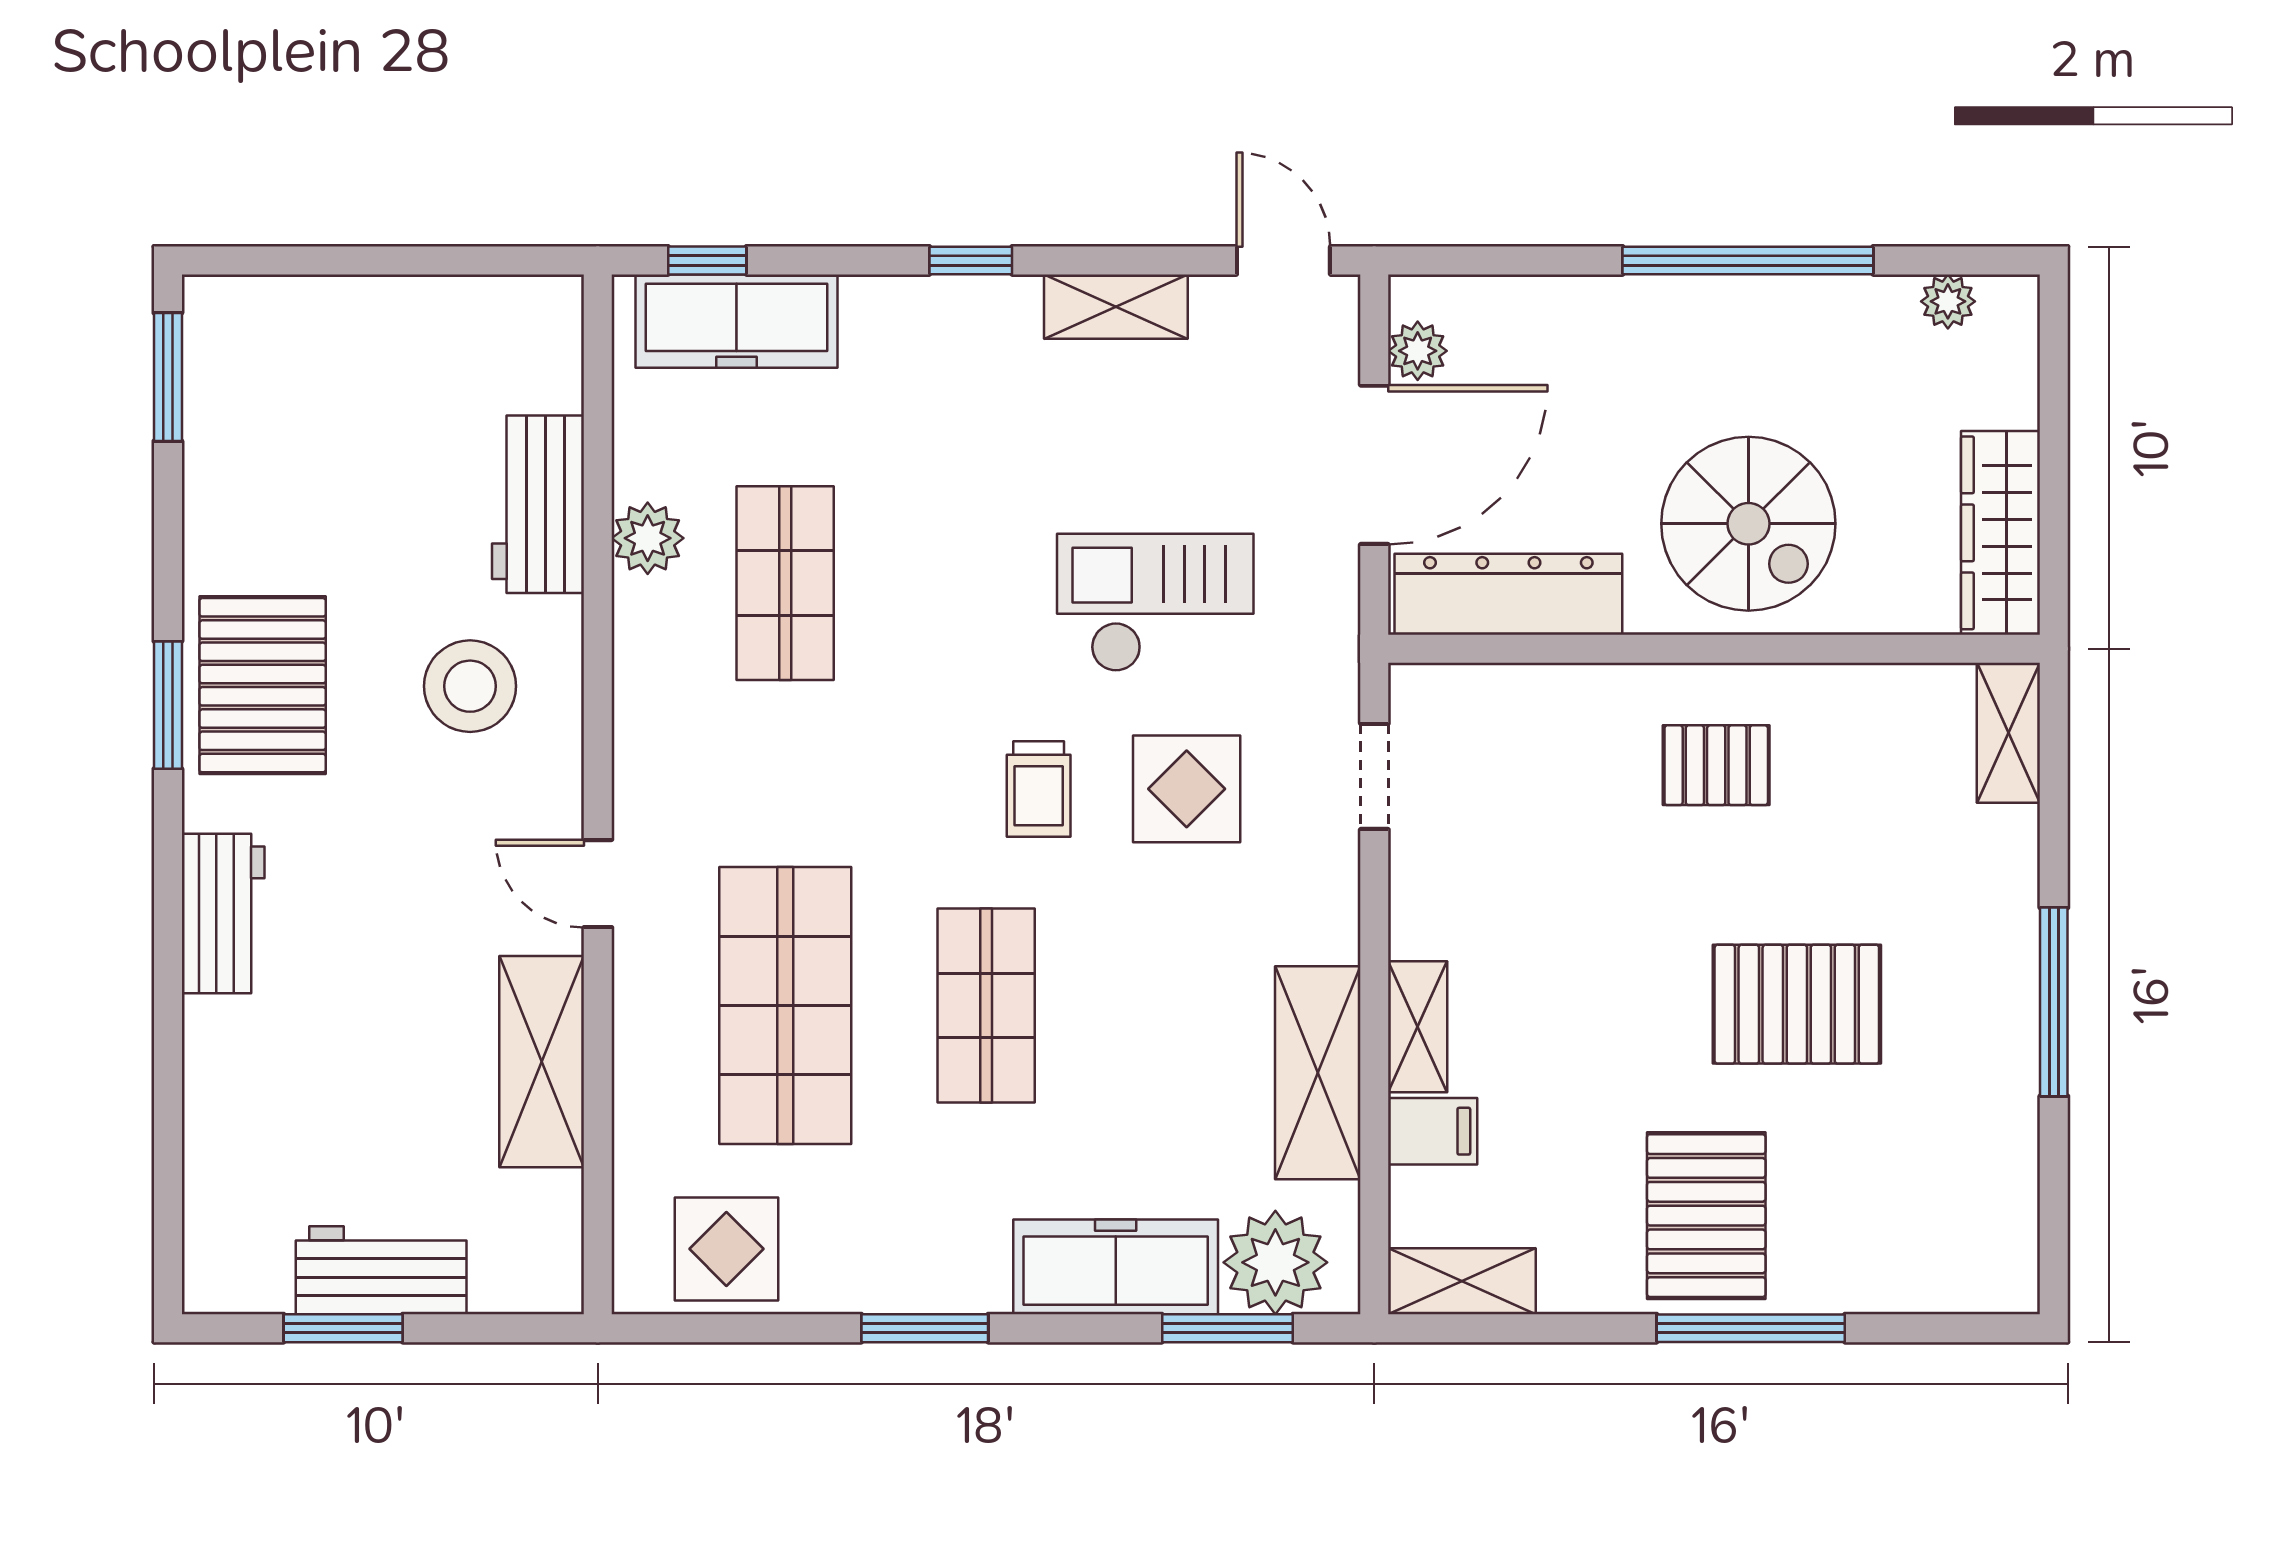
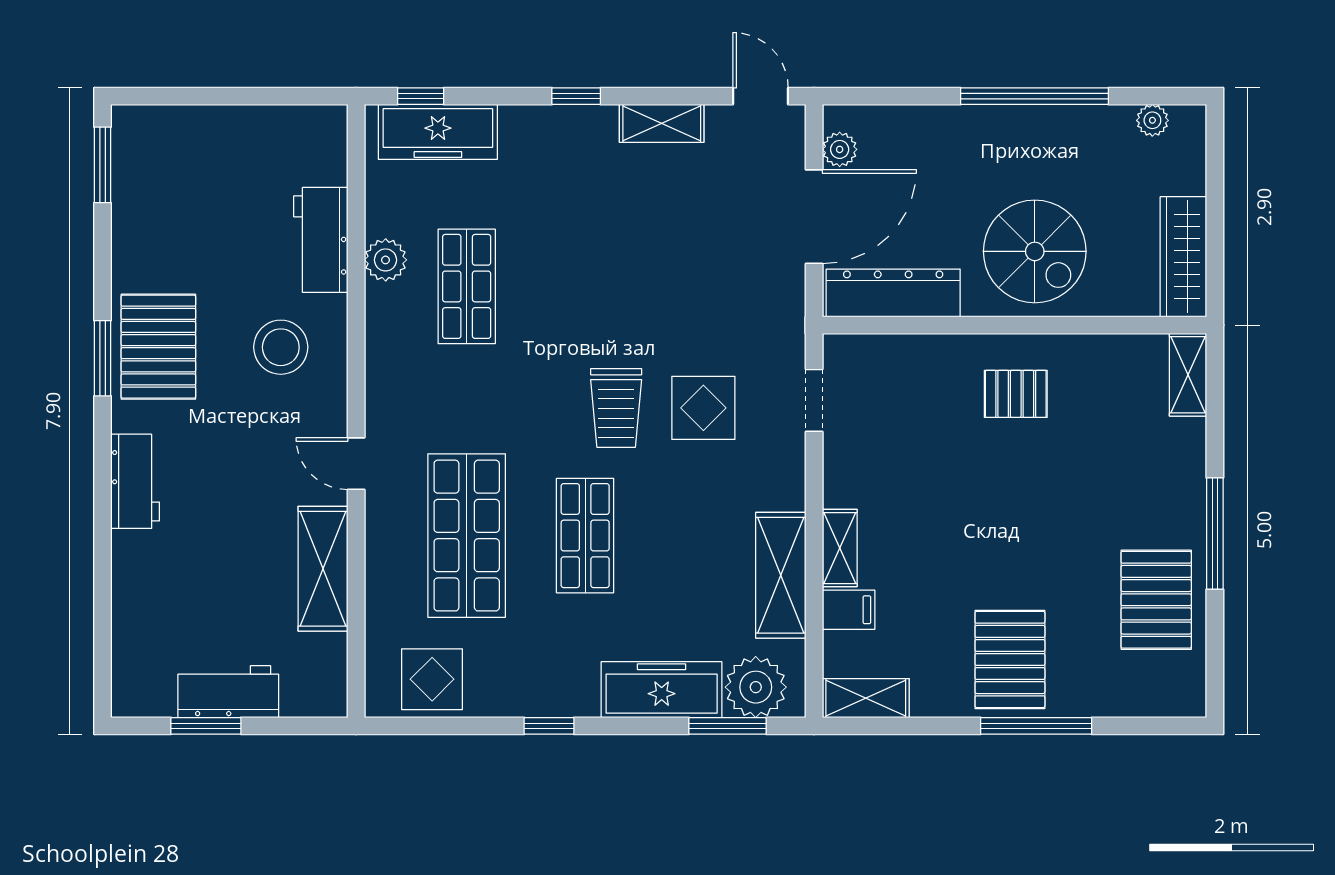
checkout: (1155, 603) -> (685, 298), removed
trolley: (1039, 789) -> (616, 408), width x1.36, depth x1.39
pallet: (1797, 1004) -> (1156, 600), moved, turned 90
window: (925, 1328) -> (549, 726), width x0.67

